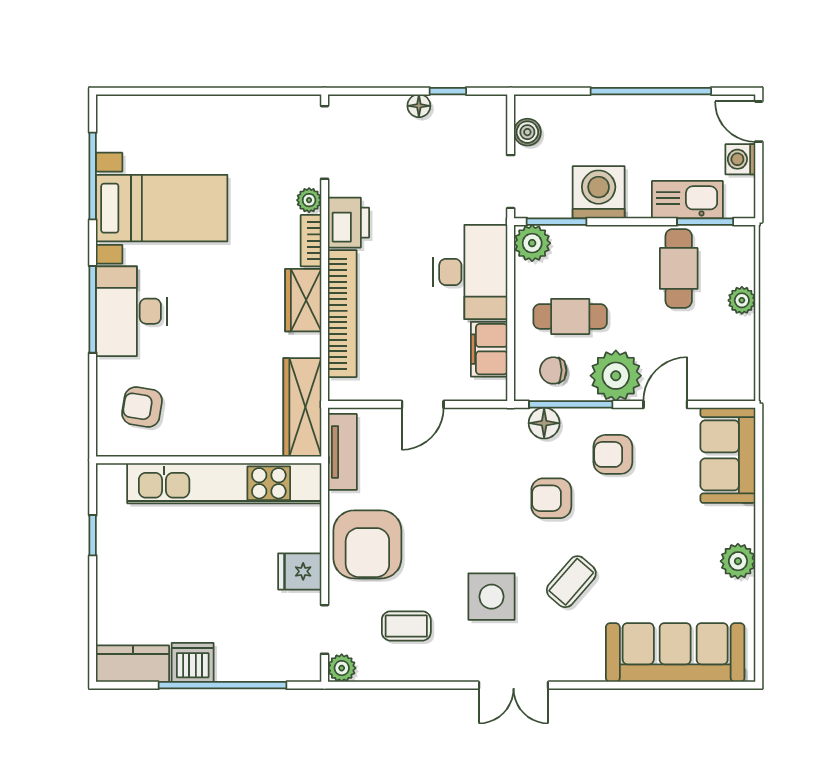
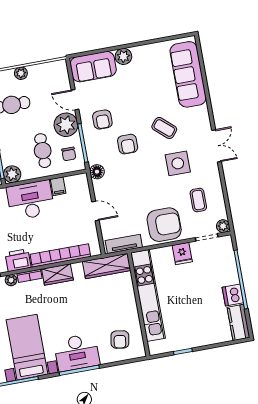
filing cabinet: (489, 349) -> (58, 186), width x0.50
floor lamp: (544, 423) -> (97, 172), moved
plant: (738, 561) -> (123, 56), moved

